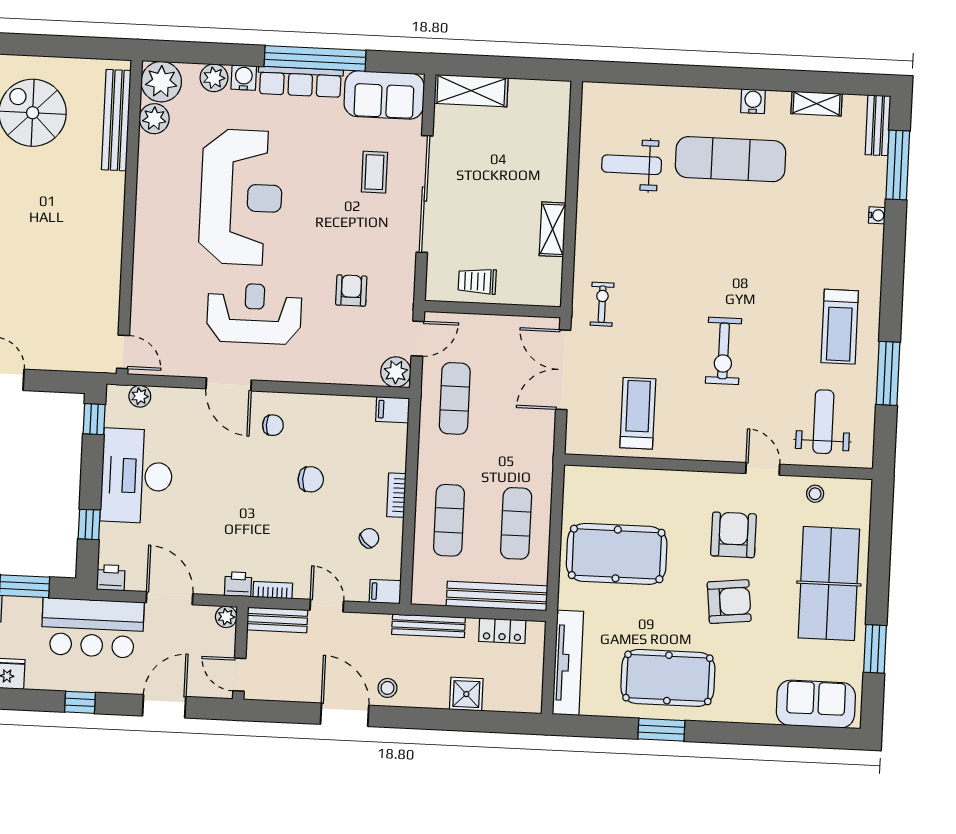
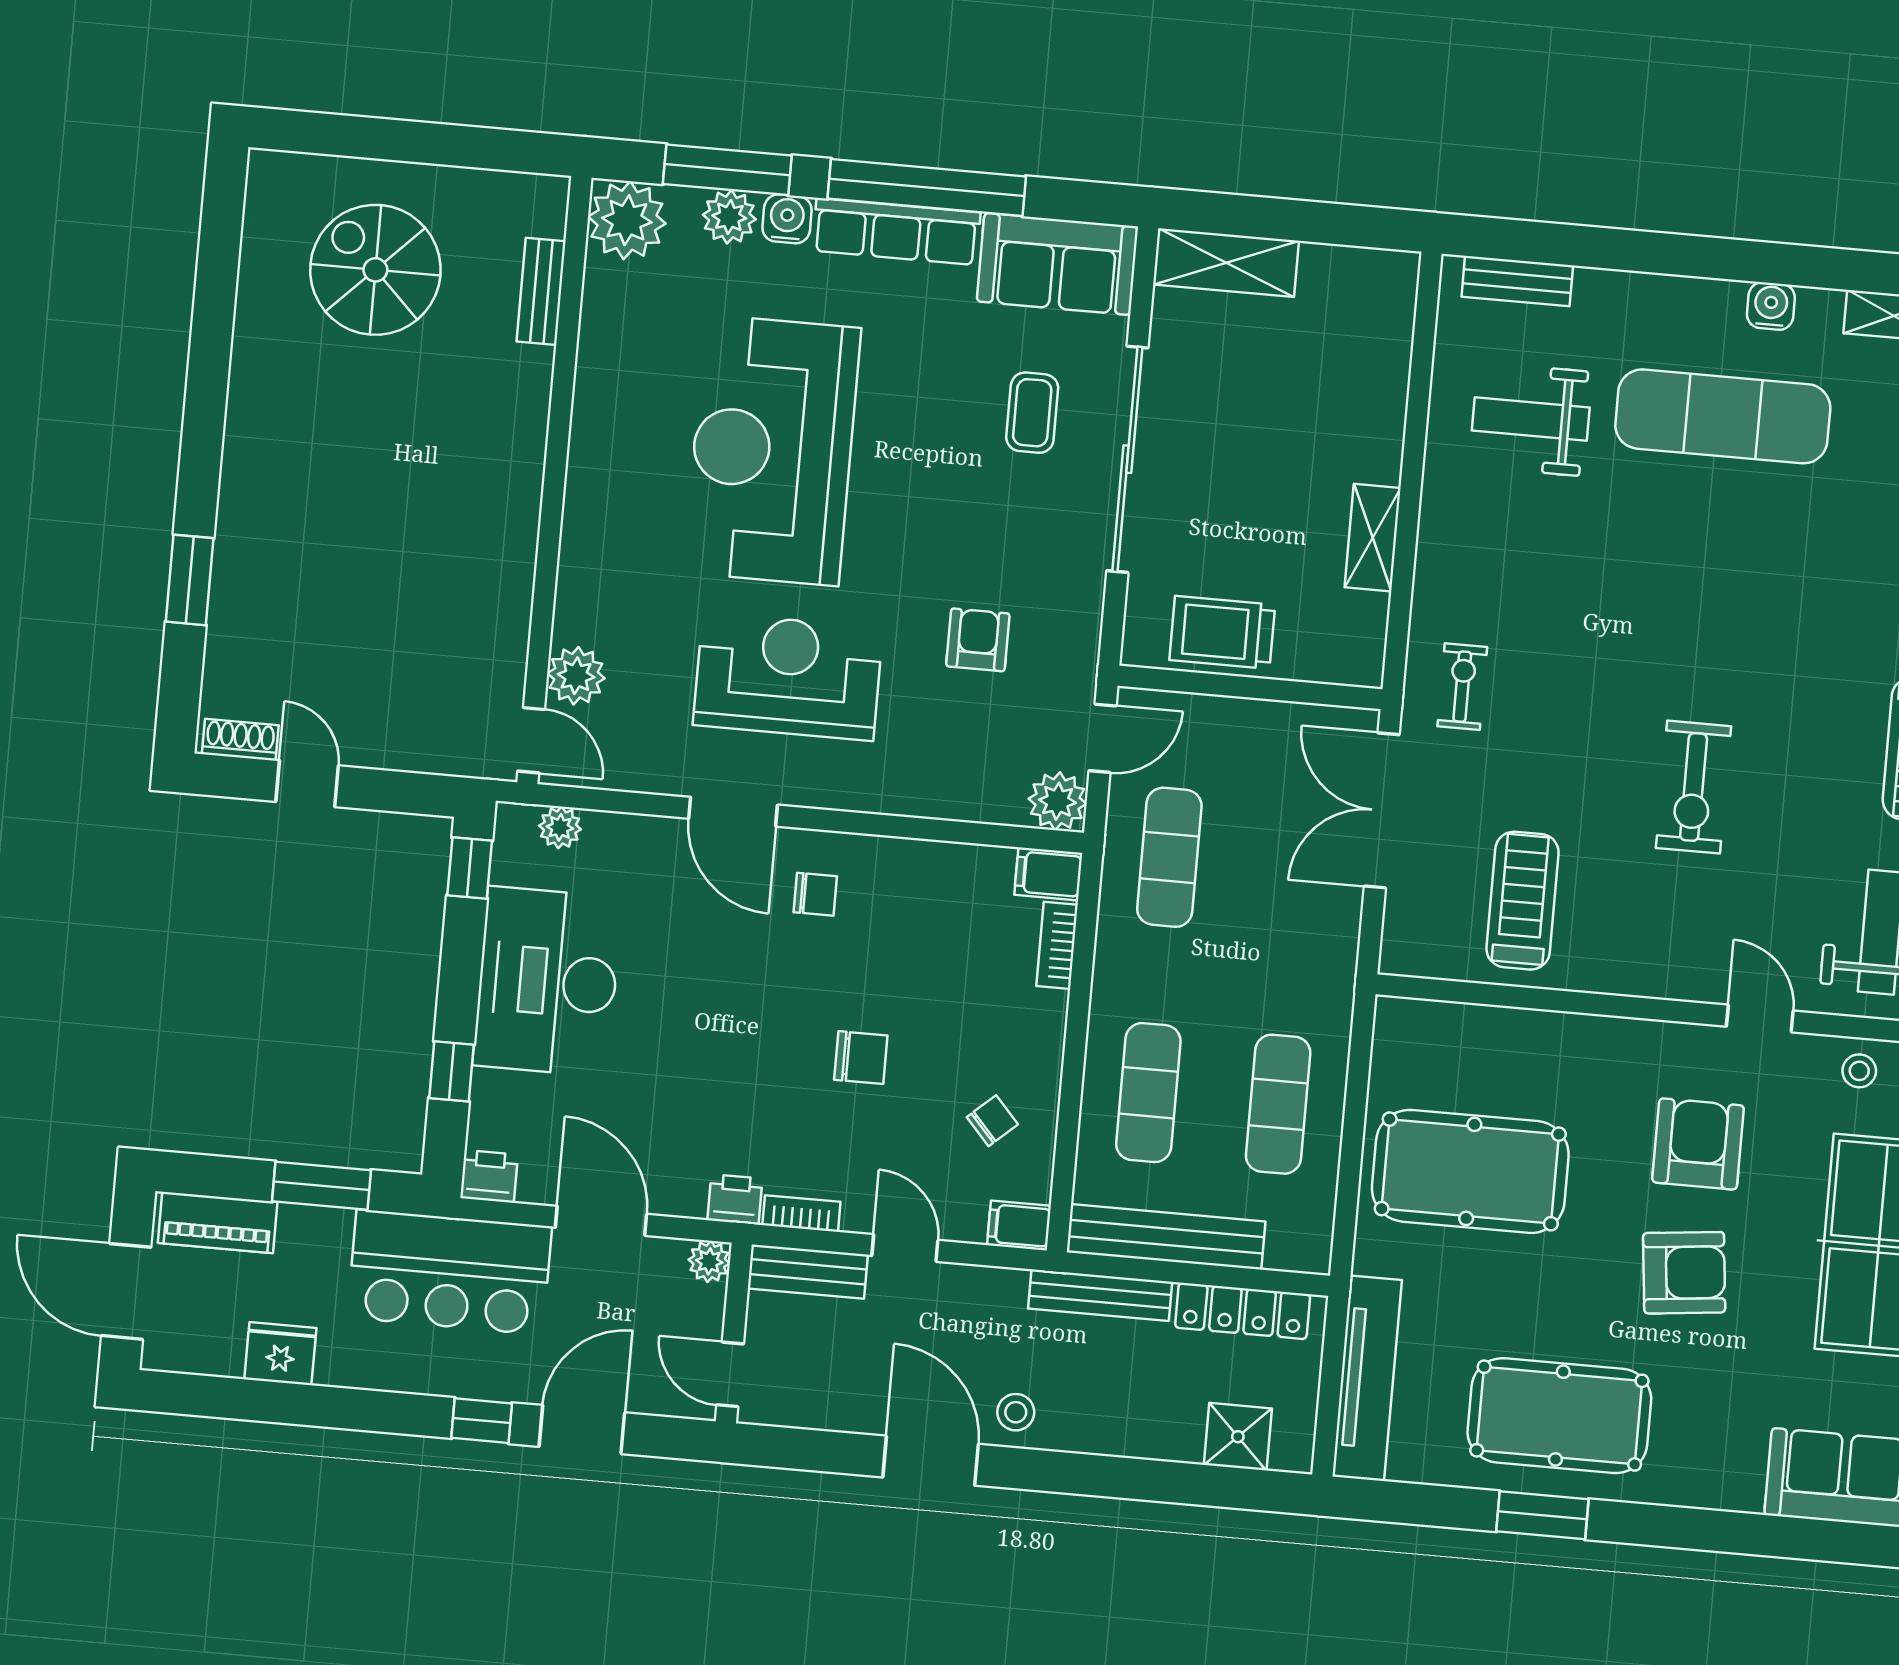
window: (212, 53) -> (727, 170), added
bench: (622, 94) -> (1517, 281), added
plant: (154, 119) -> (576, 676), moved
bench: (116, 120) -> (541, 291), width x0.54, depth x0.82
reception desk: (241, 197) -> (772, 450), turned 180
trolley: (477, 281) -> (1222, 632), width x1.36, depth x1.39
chair: (311, 479) -> (861, 1058), moved
bookcase: (396, 495) -> (1057, 945), moved
bench: (497, 596) -> (1166, 1237), moved
locker: (502, 631) -> (1243, 1311), width x1.53
shower: (466, 694) -> (1238, 1437), moved
window: (80, 702) -> (482, 1421), moved

